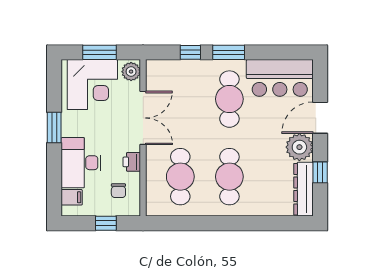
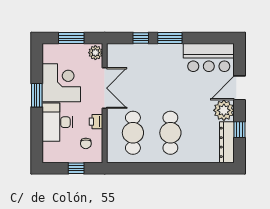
corner desk: (92, 84) -> (61, 83), moved, turned -90
cafe table: (229, 99) -> (170, 74), removed
filing cabinet: (72, 197) -> (50, 148), removed

